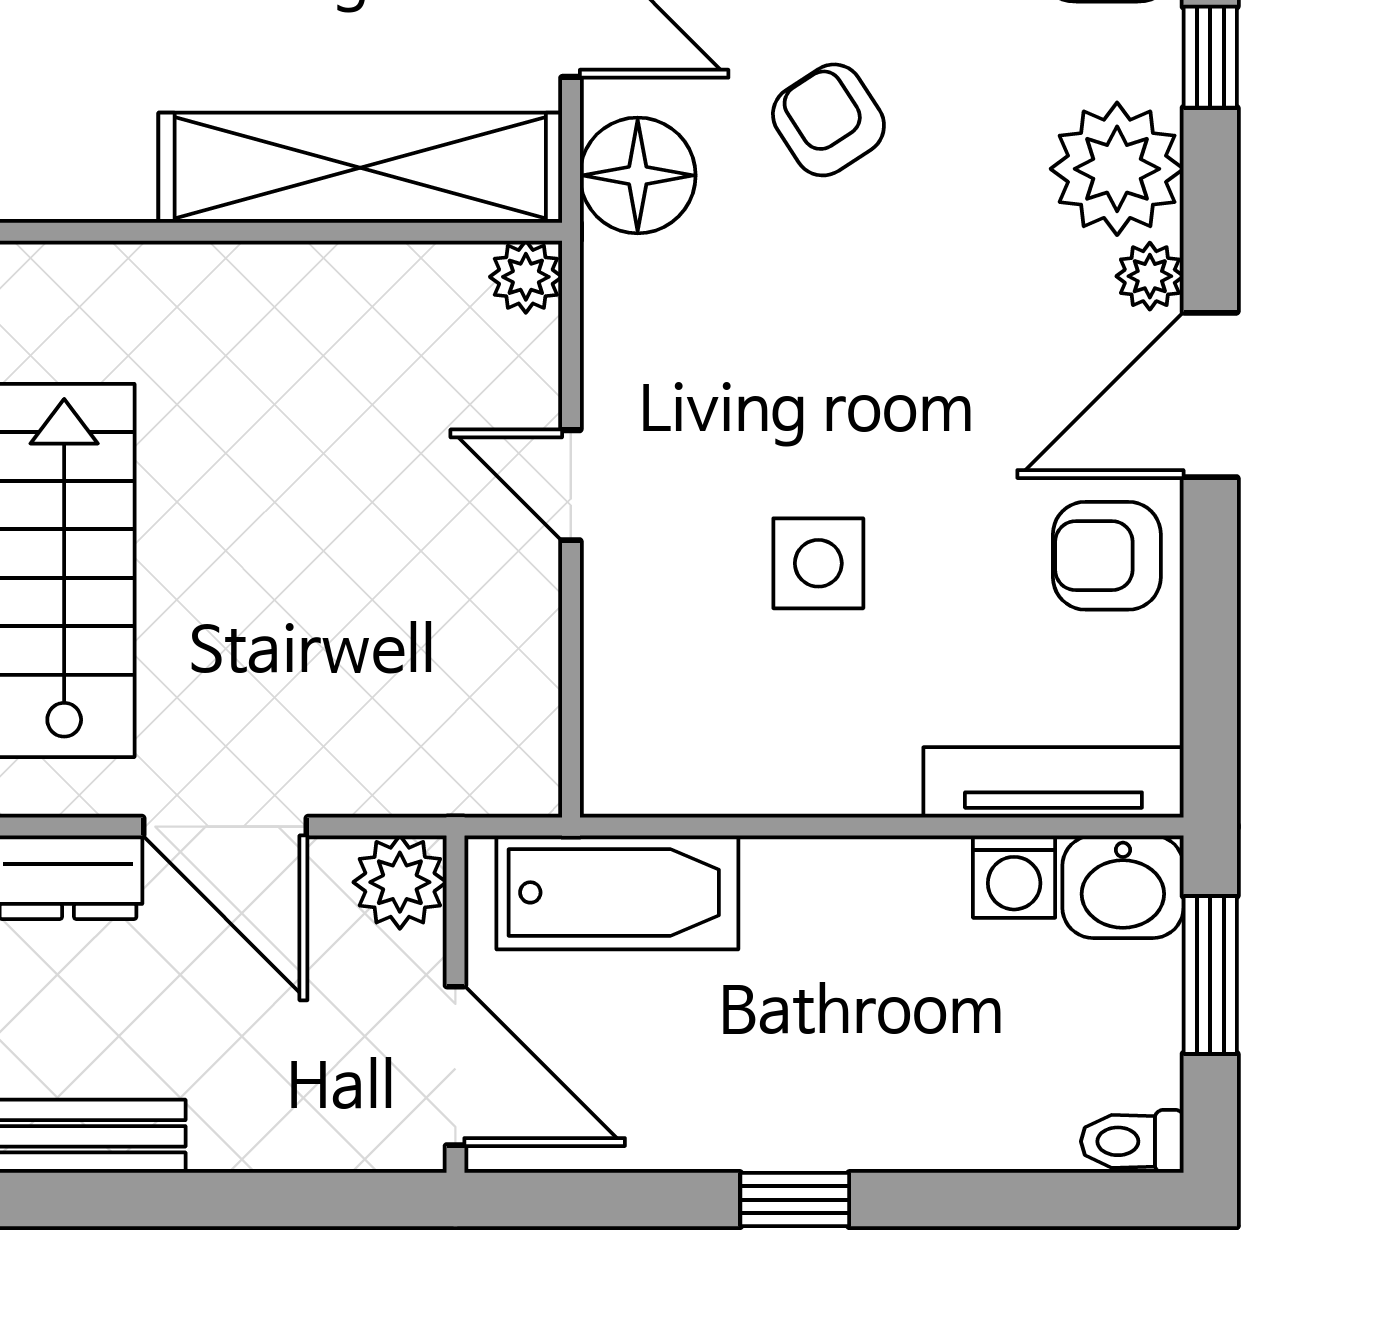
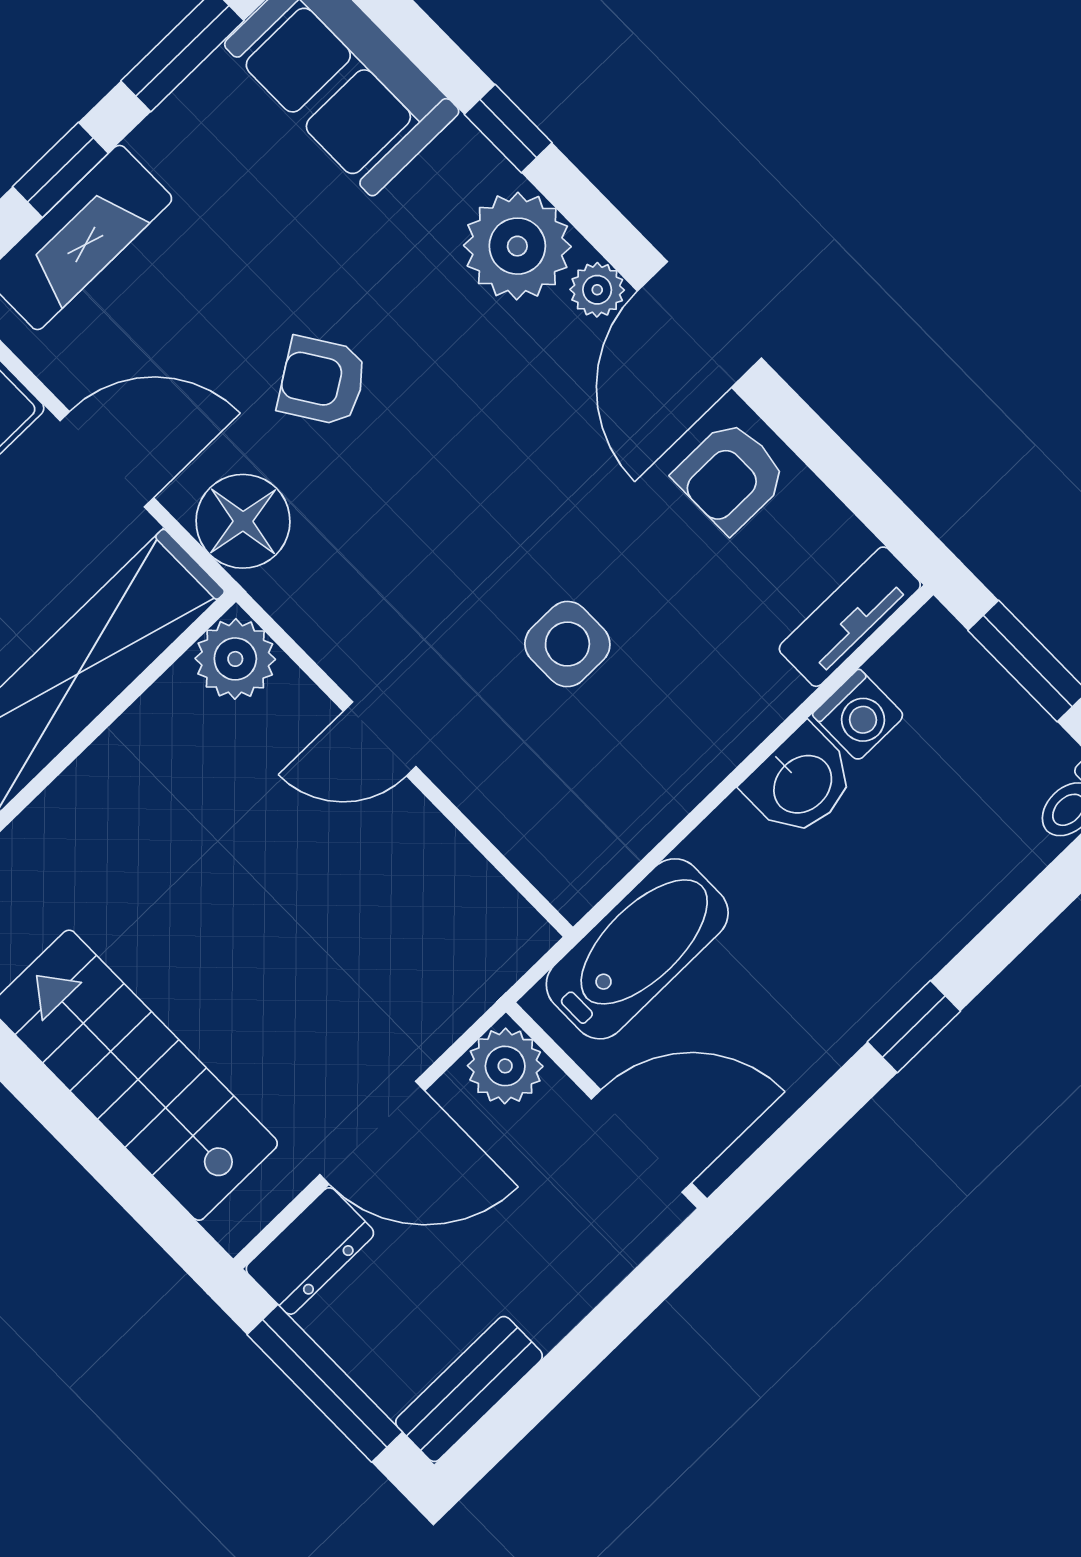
plant: (526, 277) -> (235, 659), width x1.38, depth x1.38
tv unit: (1053, 782) -> (850, 617), width x0.71
washbasin: (1123, 887) -> (801, 783), moved

